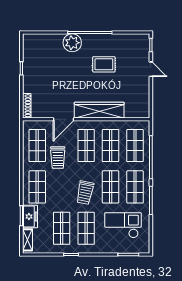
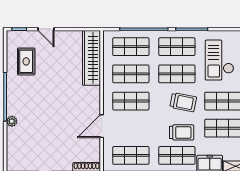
plant: (72, 43) -> (12, 121), width x0.53, depth x0.53
rug: (104, 64) -> (26, 61), moved
door: (151, 69) -> (46, 29), swing flipped
wardrobe: (99, 110) -> (91, 58), moved
door: (63, 119) -> (102, 126), swing flipped
trolley: (58, 158) -> (182, 132), moved

